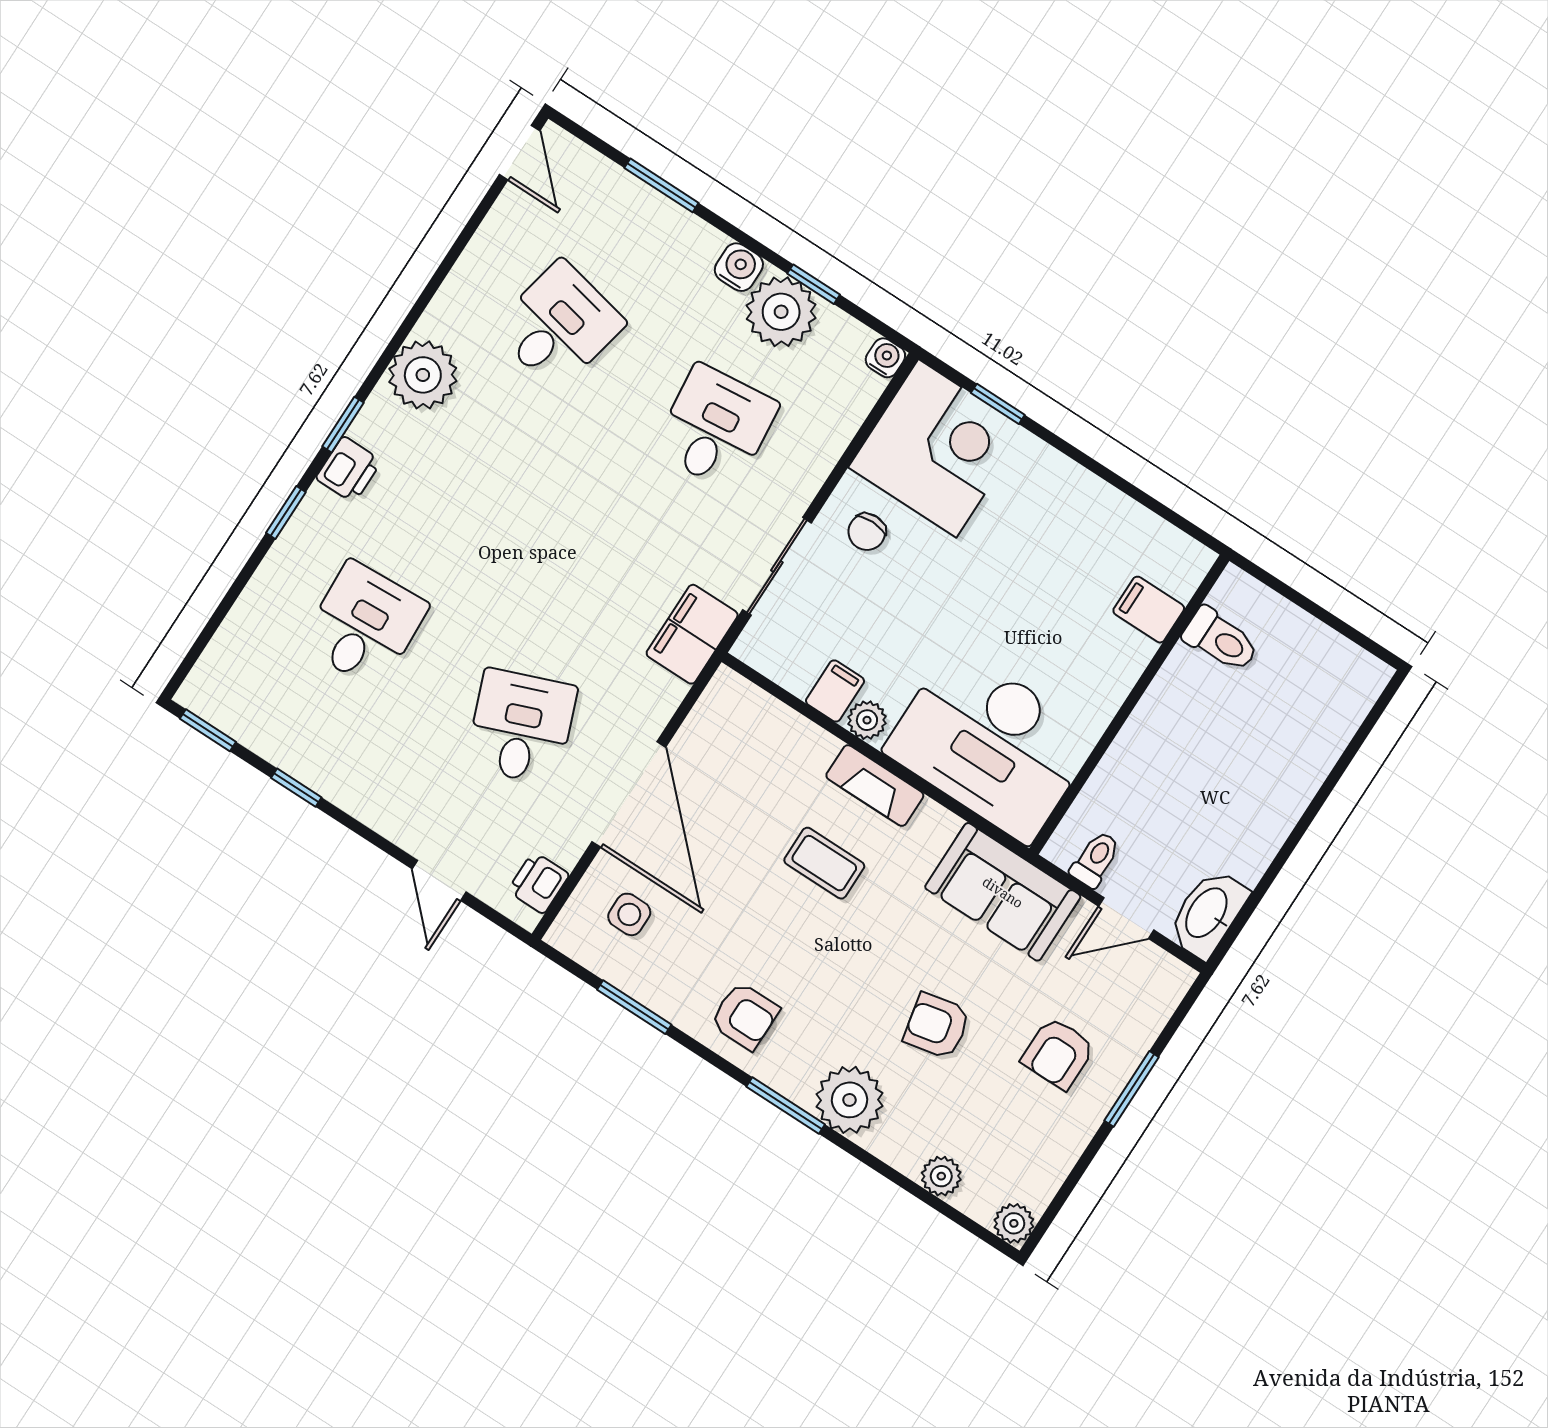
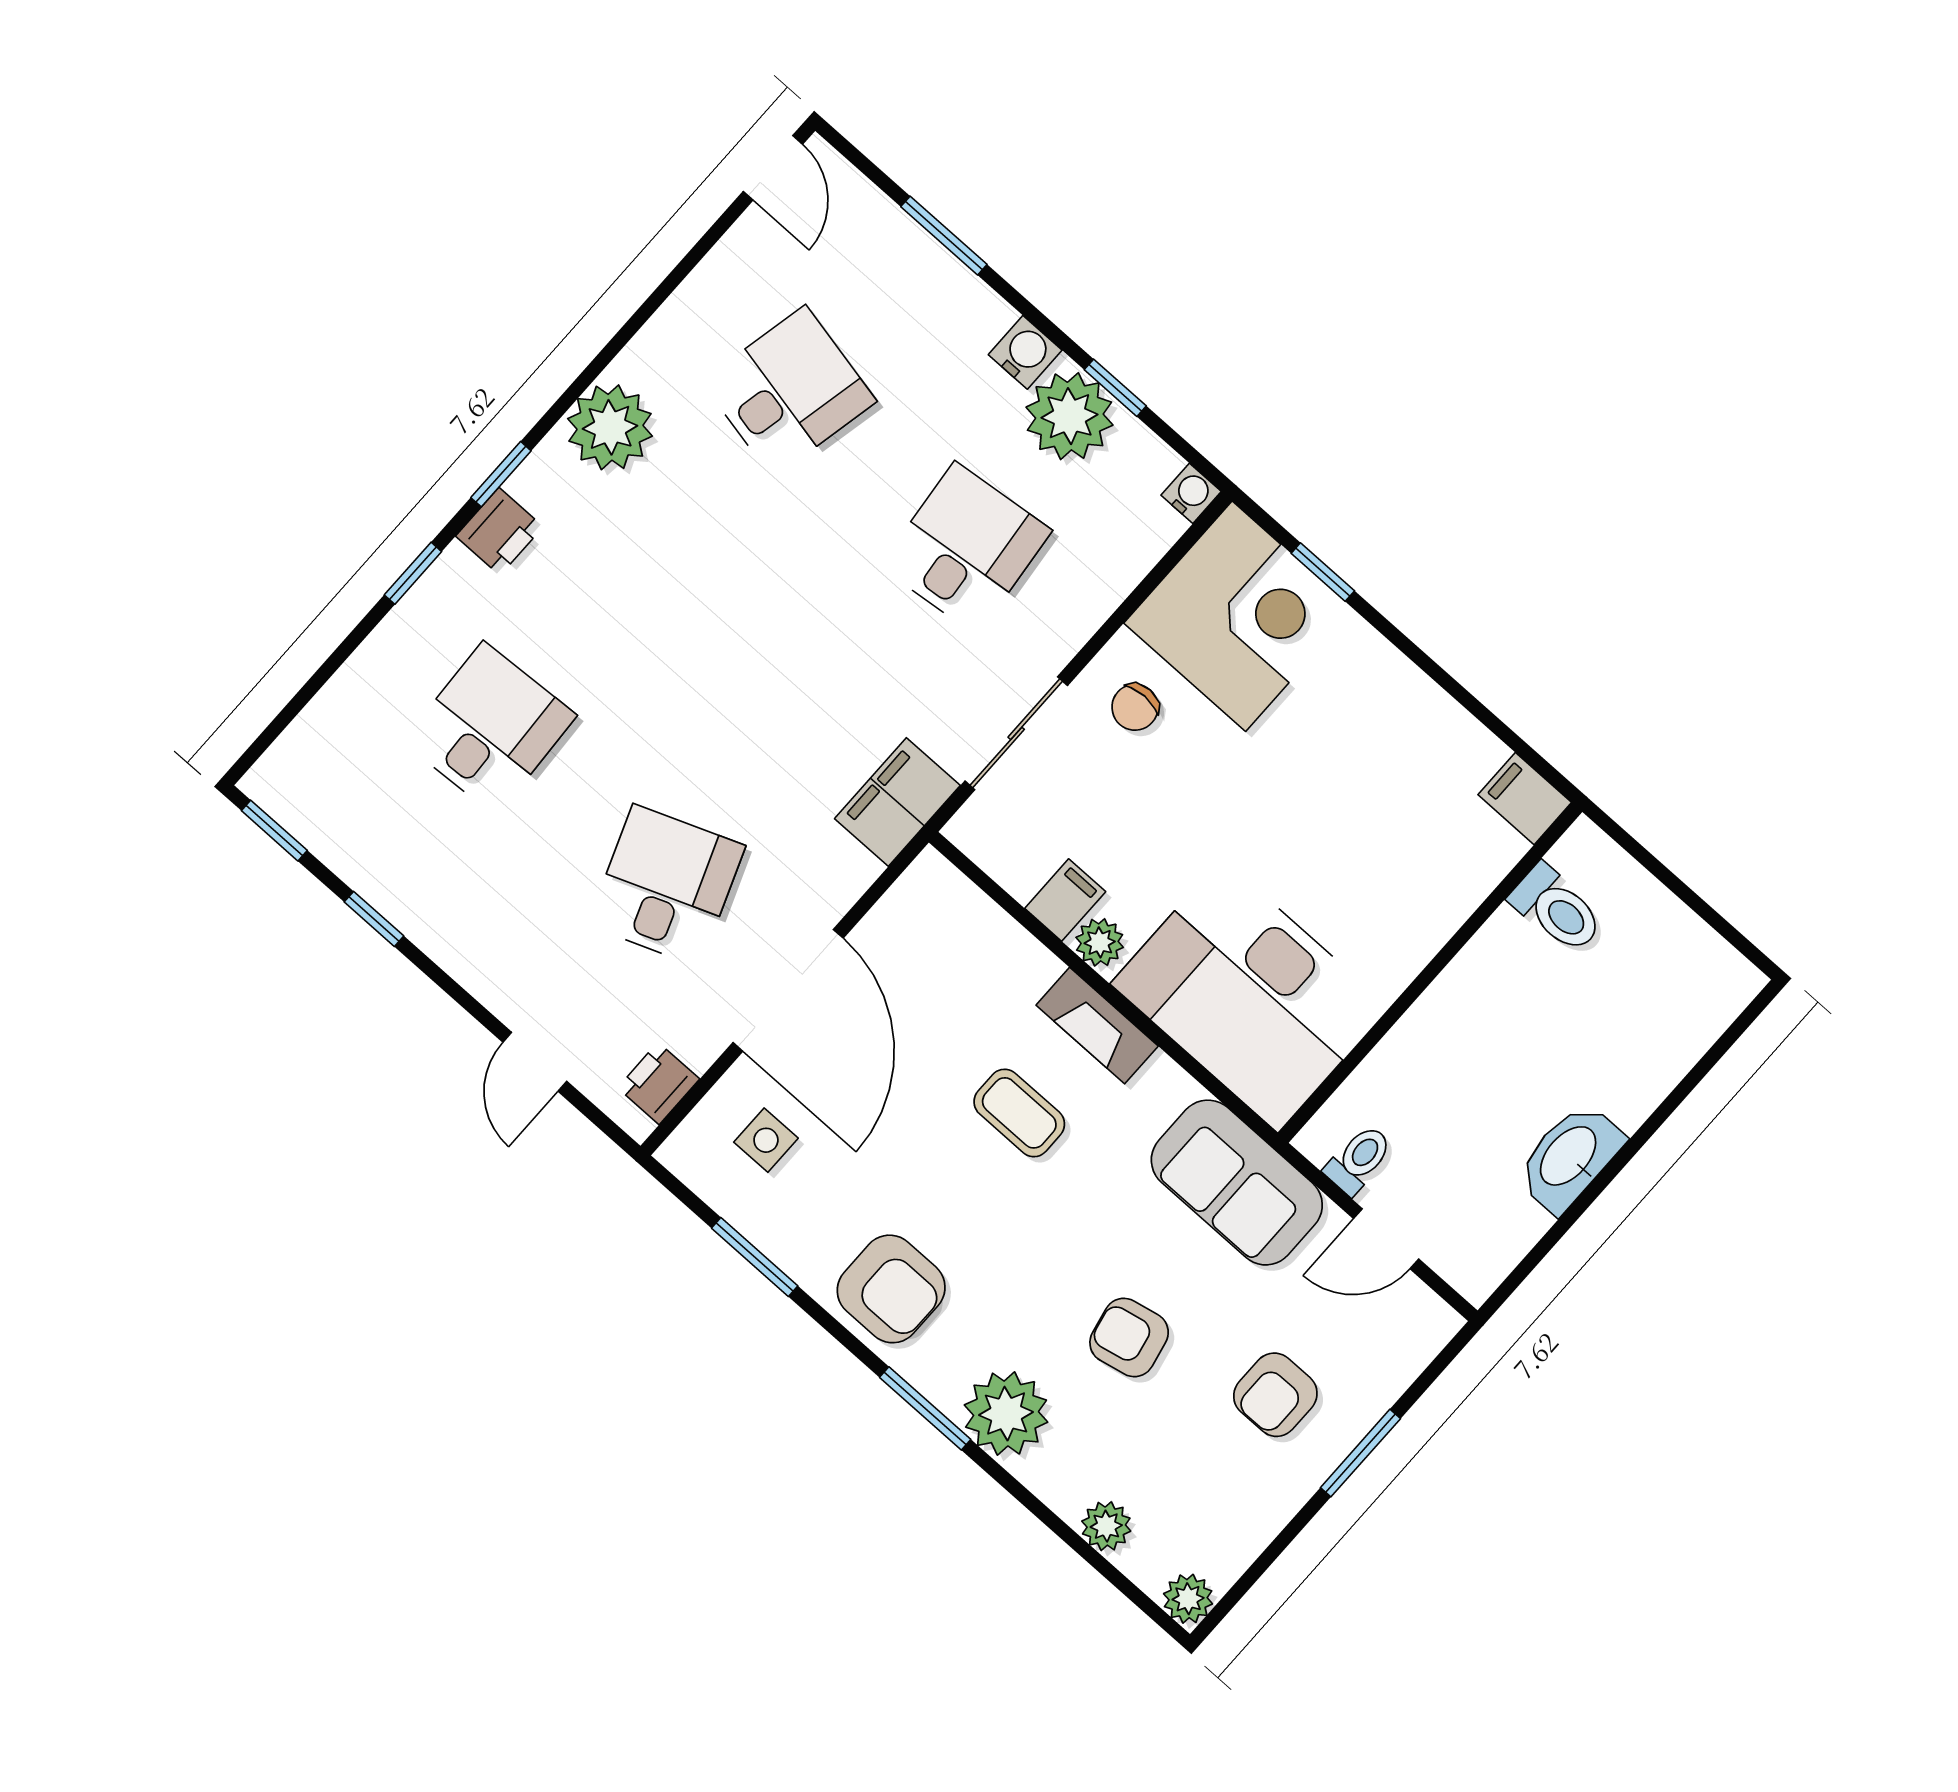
filing cabinet: (1149, 610) -> (1525, 799), moved
washbasin: (1208, 914) -> (1570, 1157), moved
armchair: (745, 1016) -> (891, 1289), width x1.38, depth x1.38

